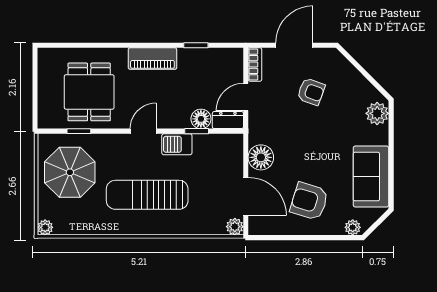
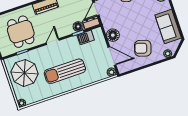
barbecue: (177, 144) -> (86, 37), moved

